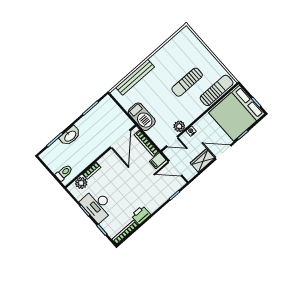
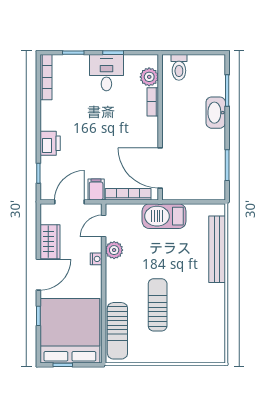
desk: (97, 205) -> (106, 73), width x0.73
printer: (141, 215) -> (50, 143), moved

